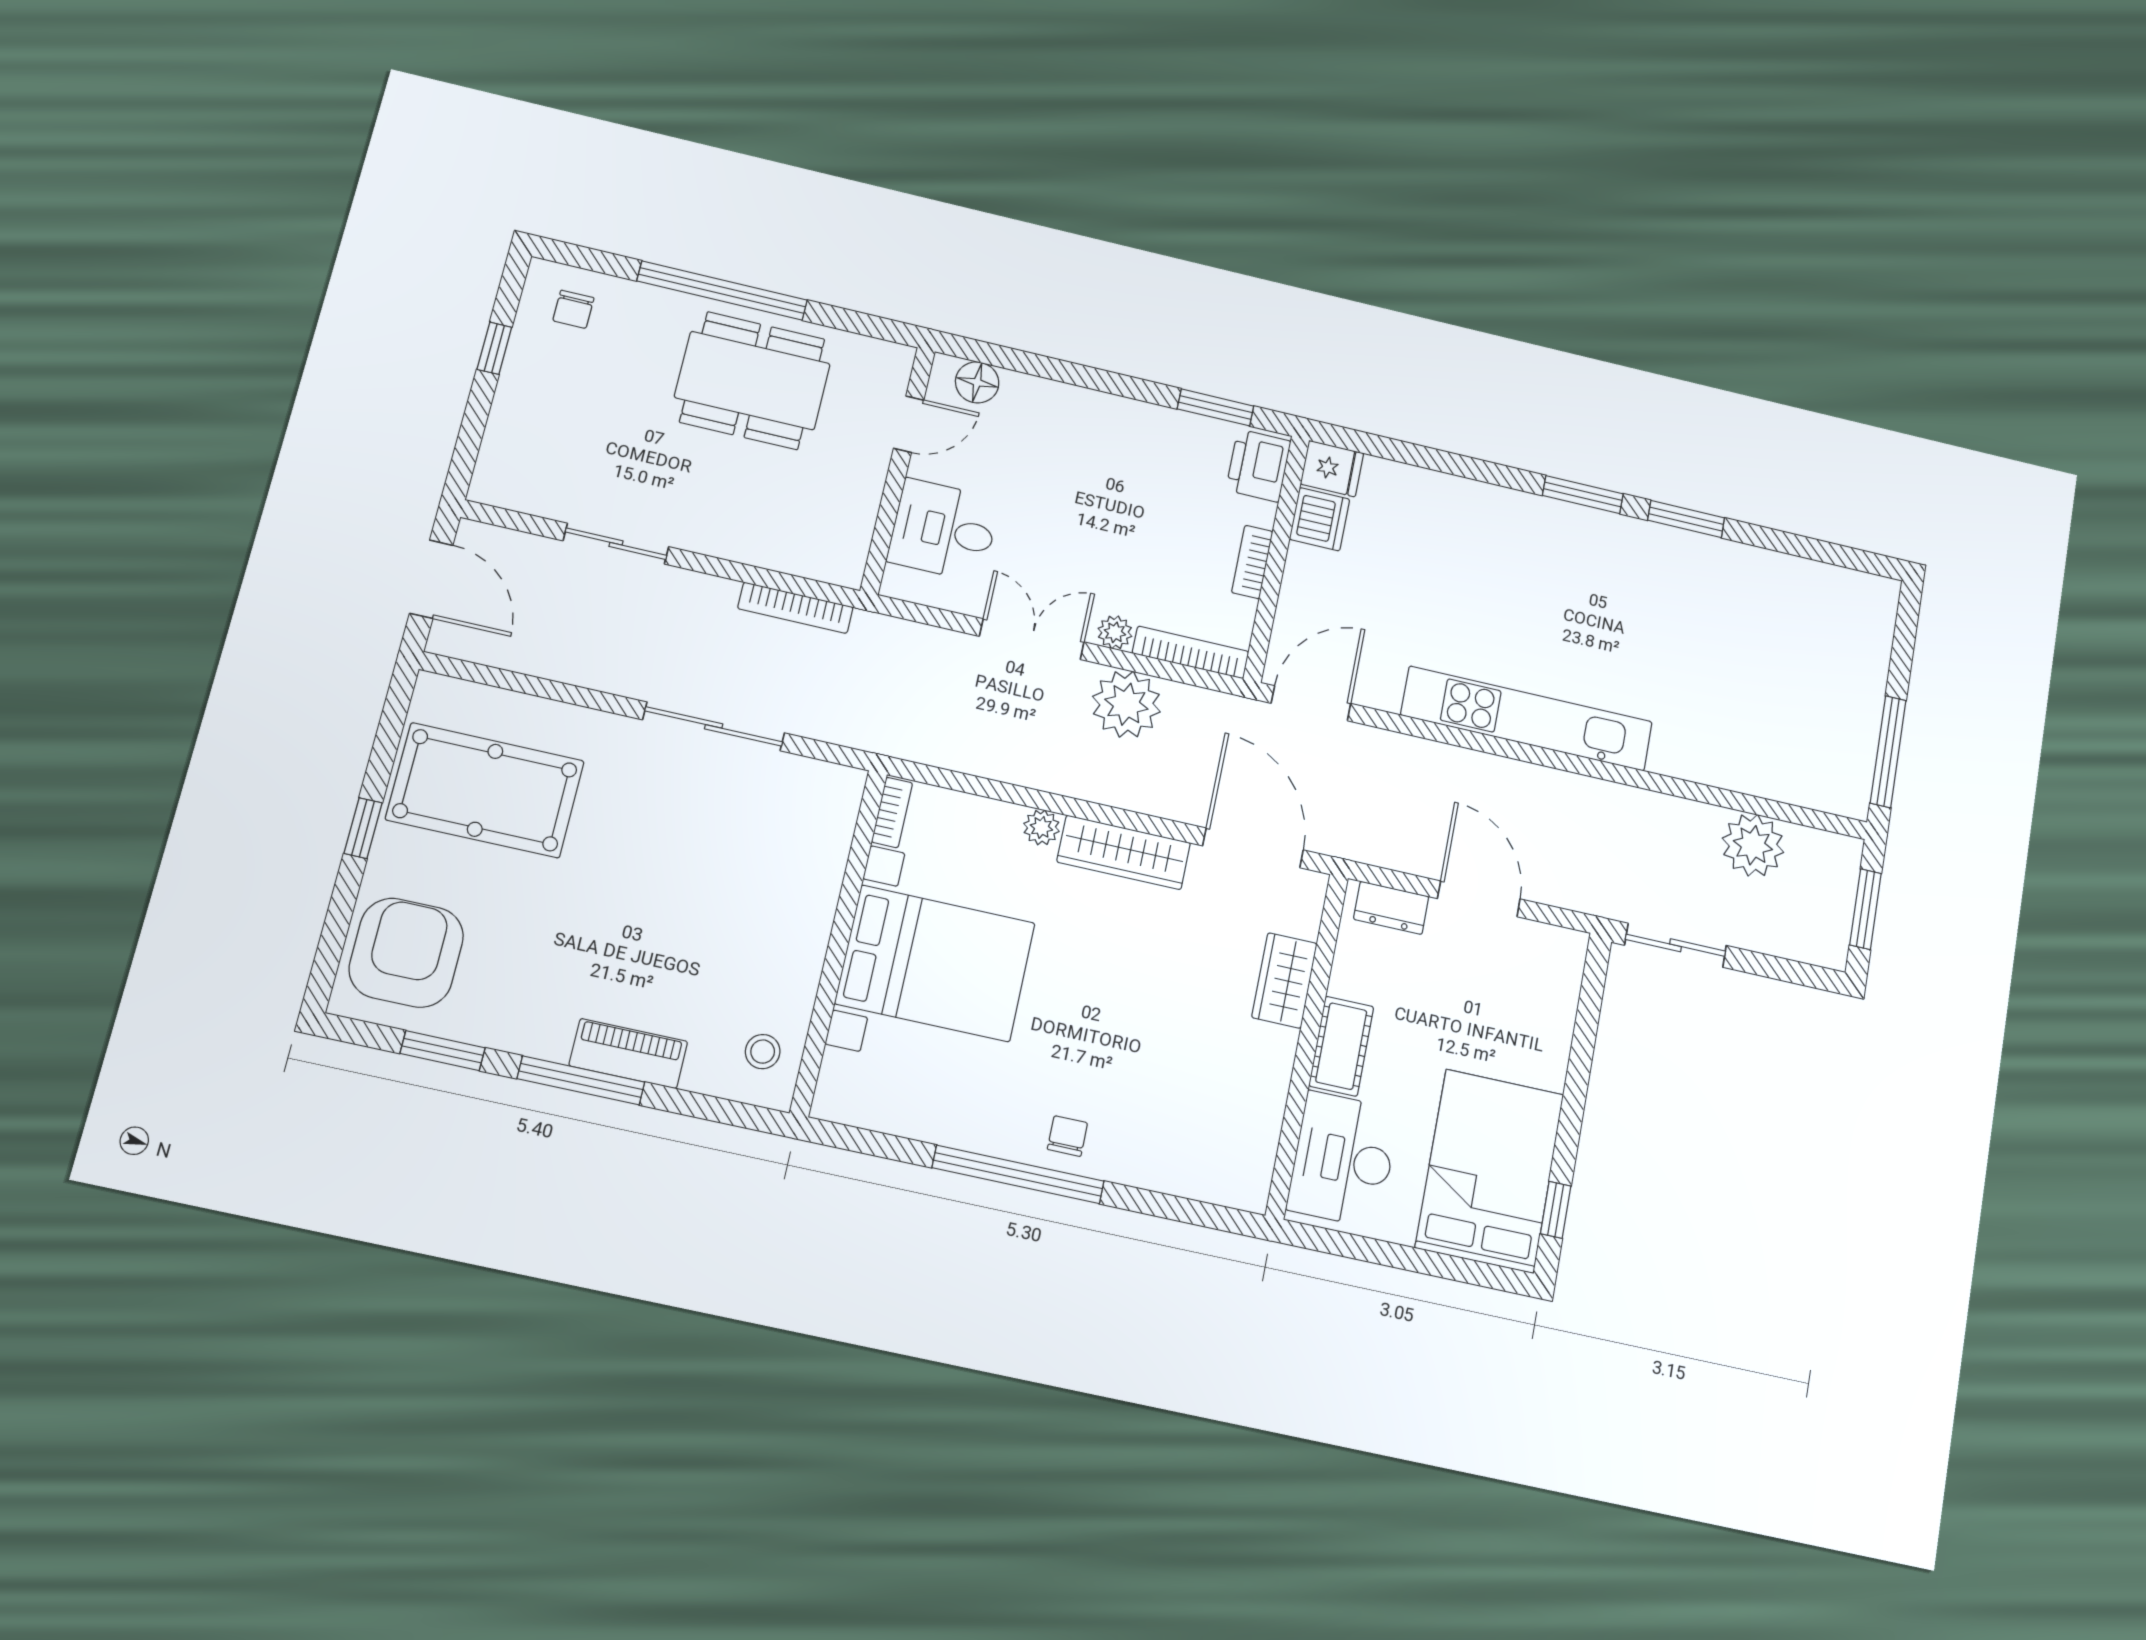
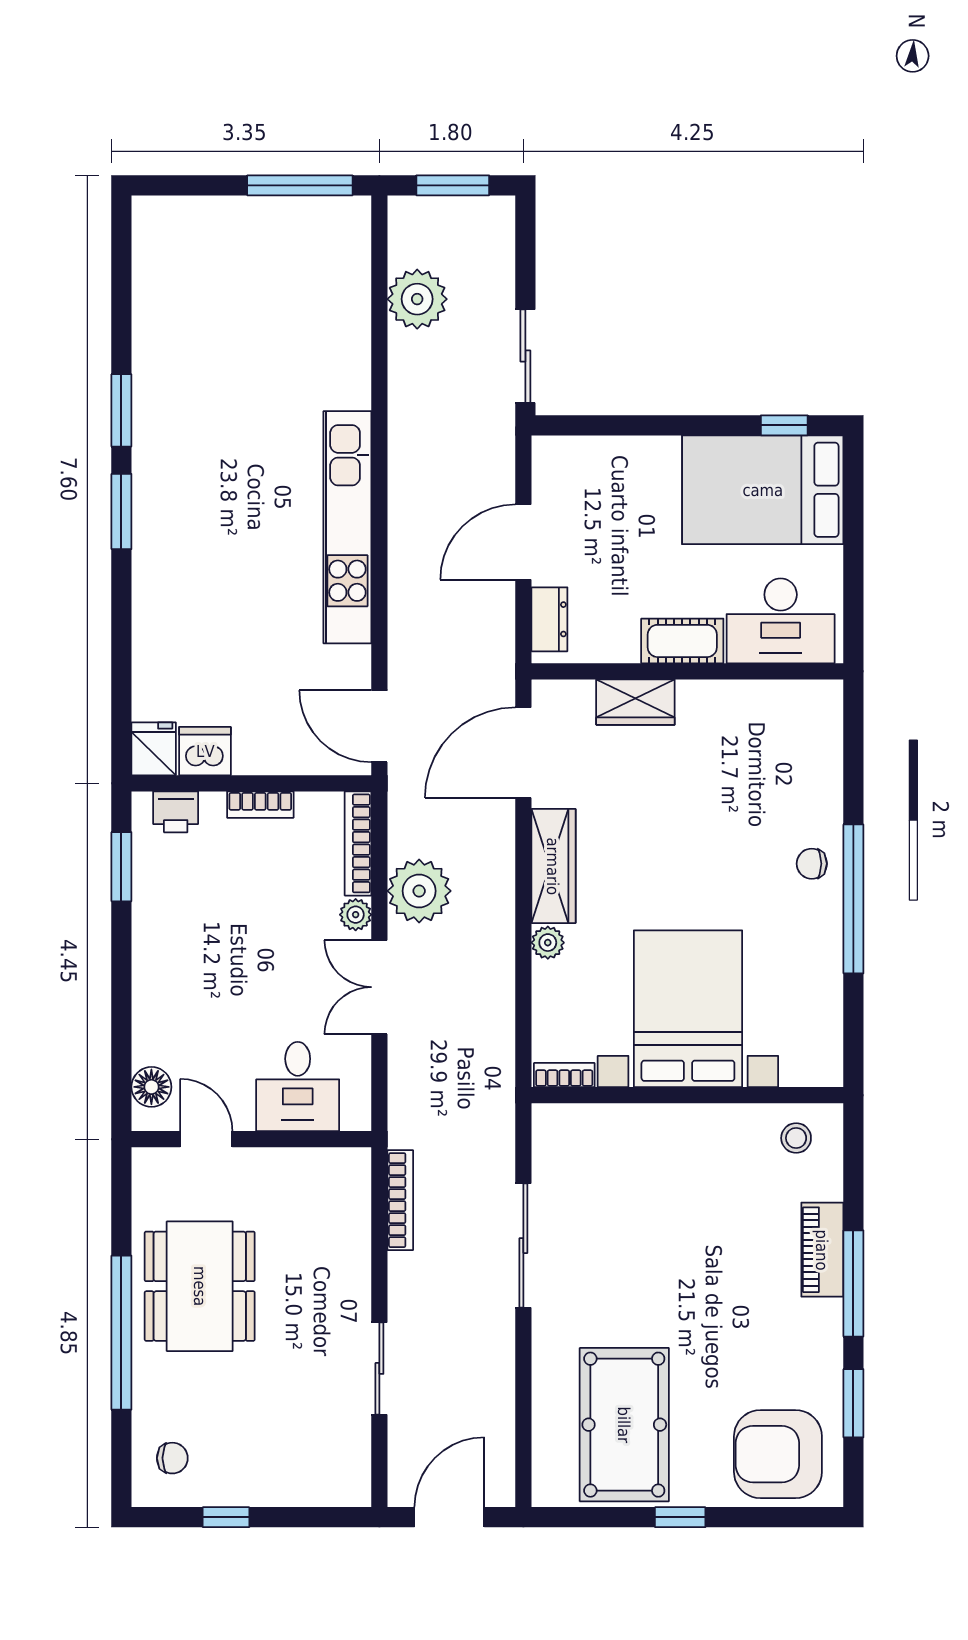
printer: (1258, 466) -> (176, 812), width x0.73, depth x0.81

